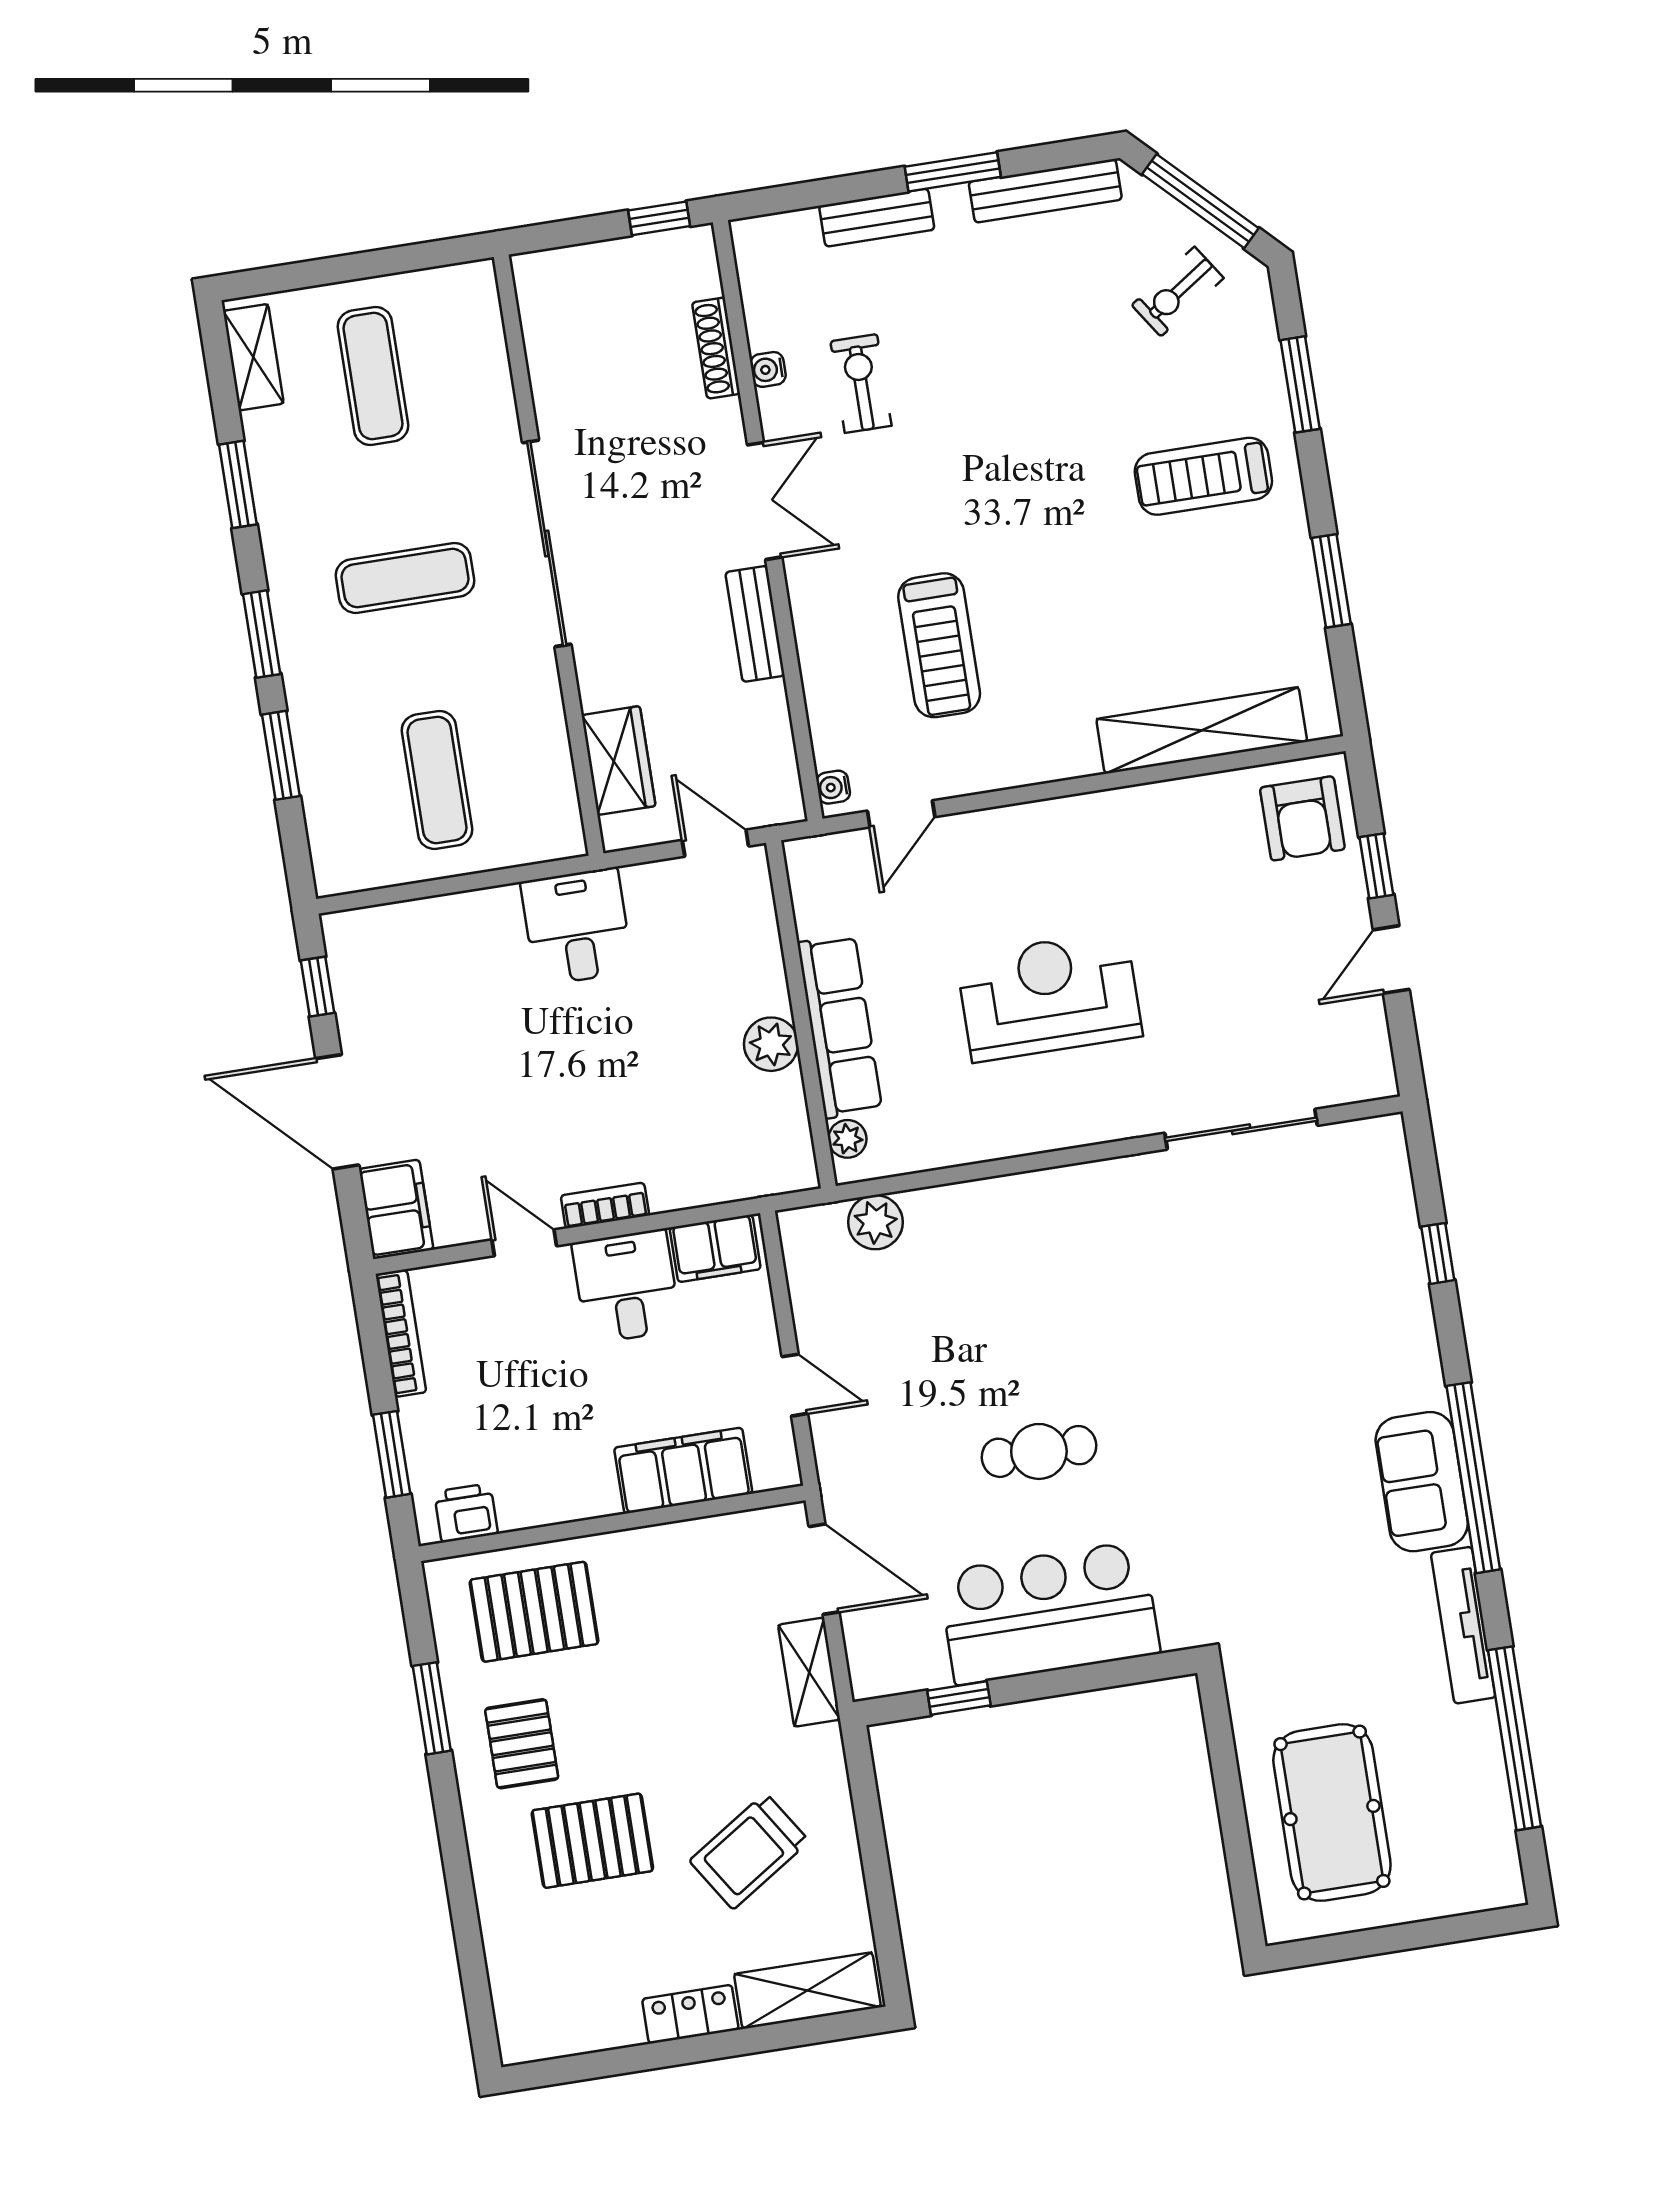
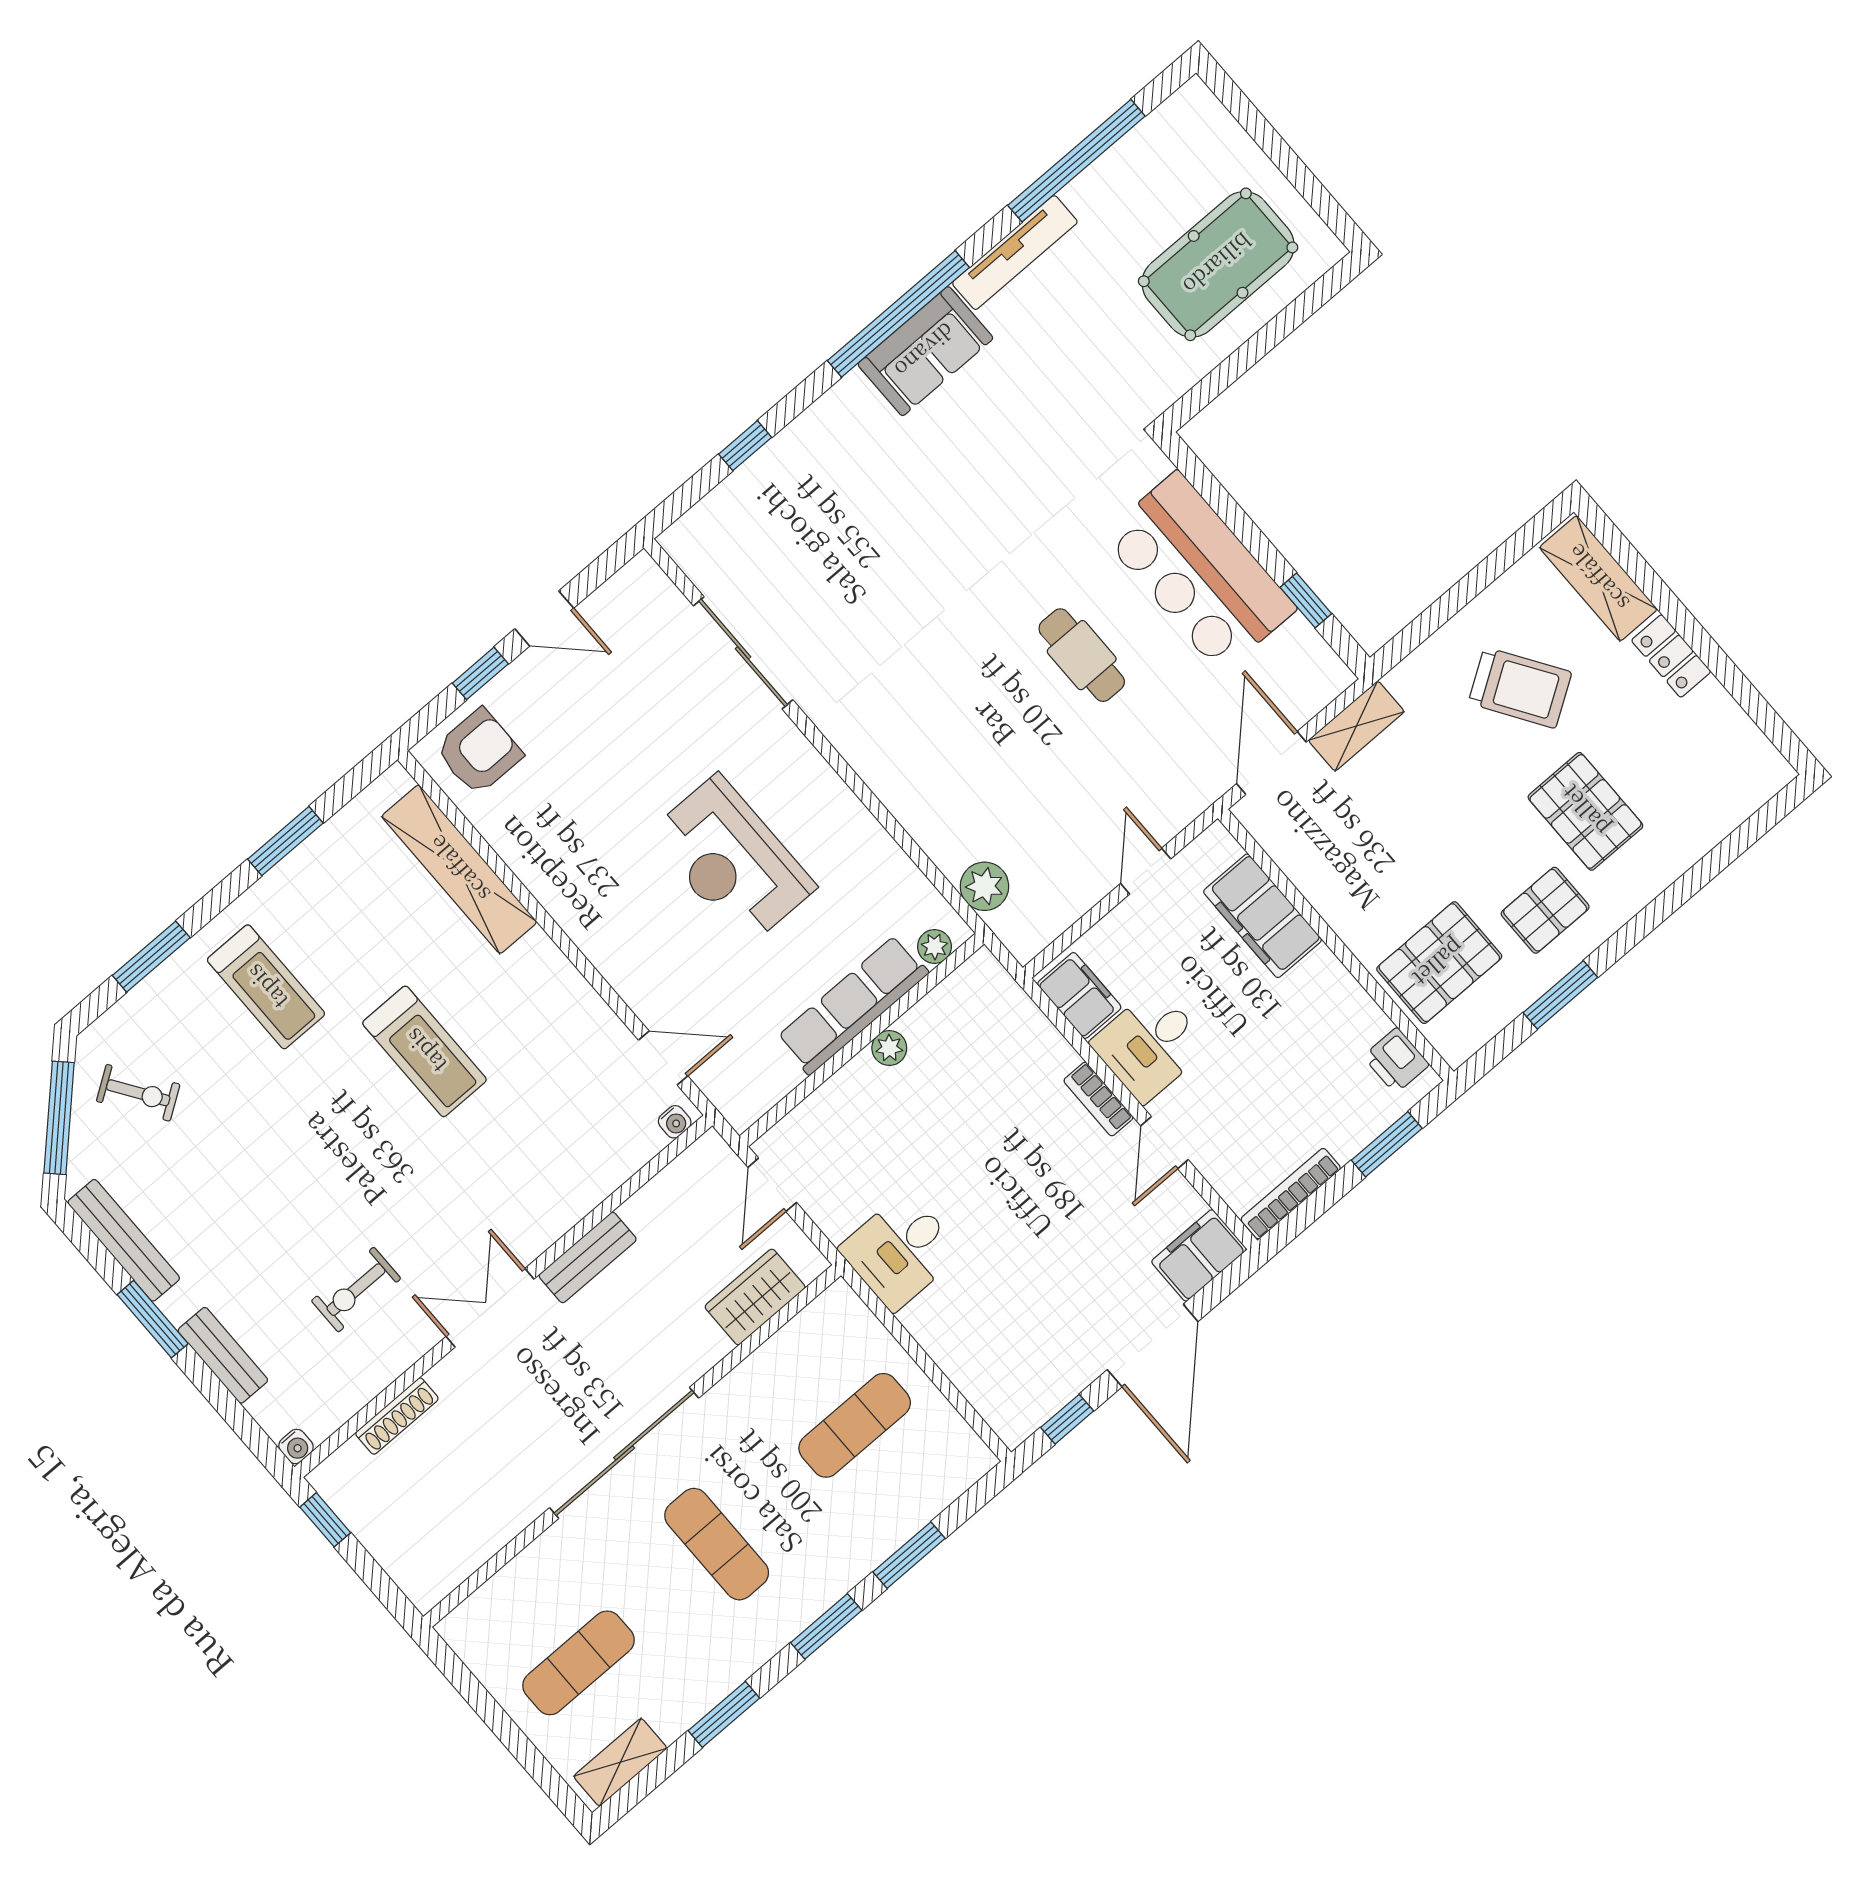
water cooler: (768, 369) -> (296, 1446), moved
treadmill: (939, 645) -> (425, 1051), moved, turned 90
plant: (771, 1044) -> (889, 1048), width x0.73, depth x0.73
pallet: (534, 1612) -> (1439, 963), turned 90

